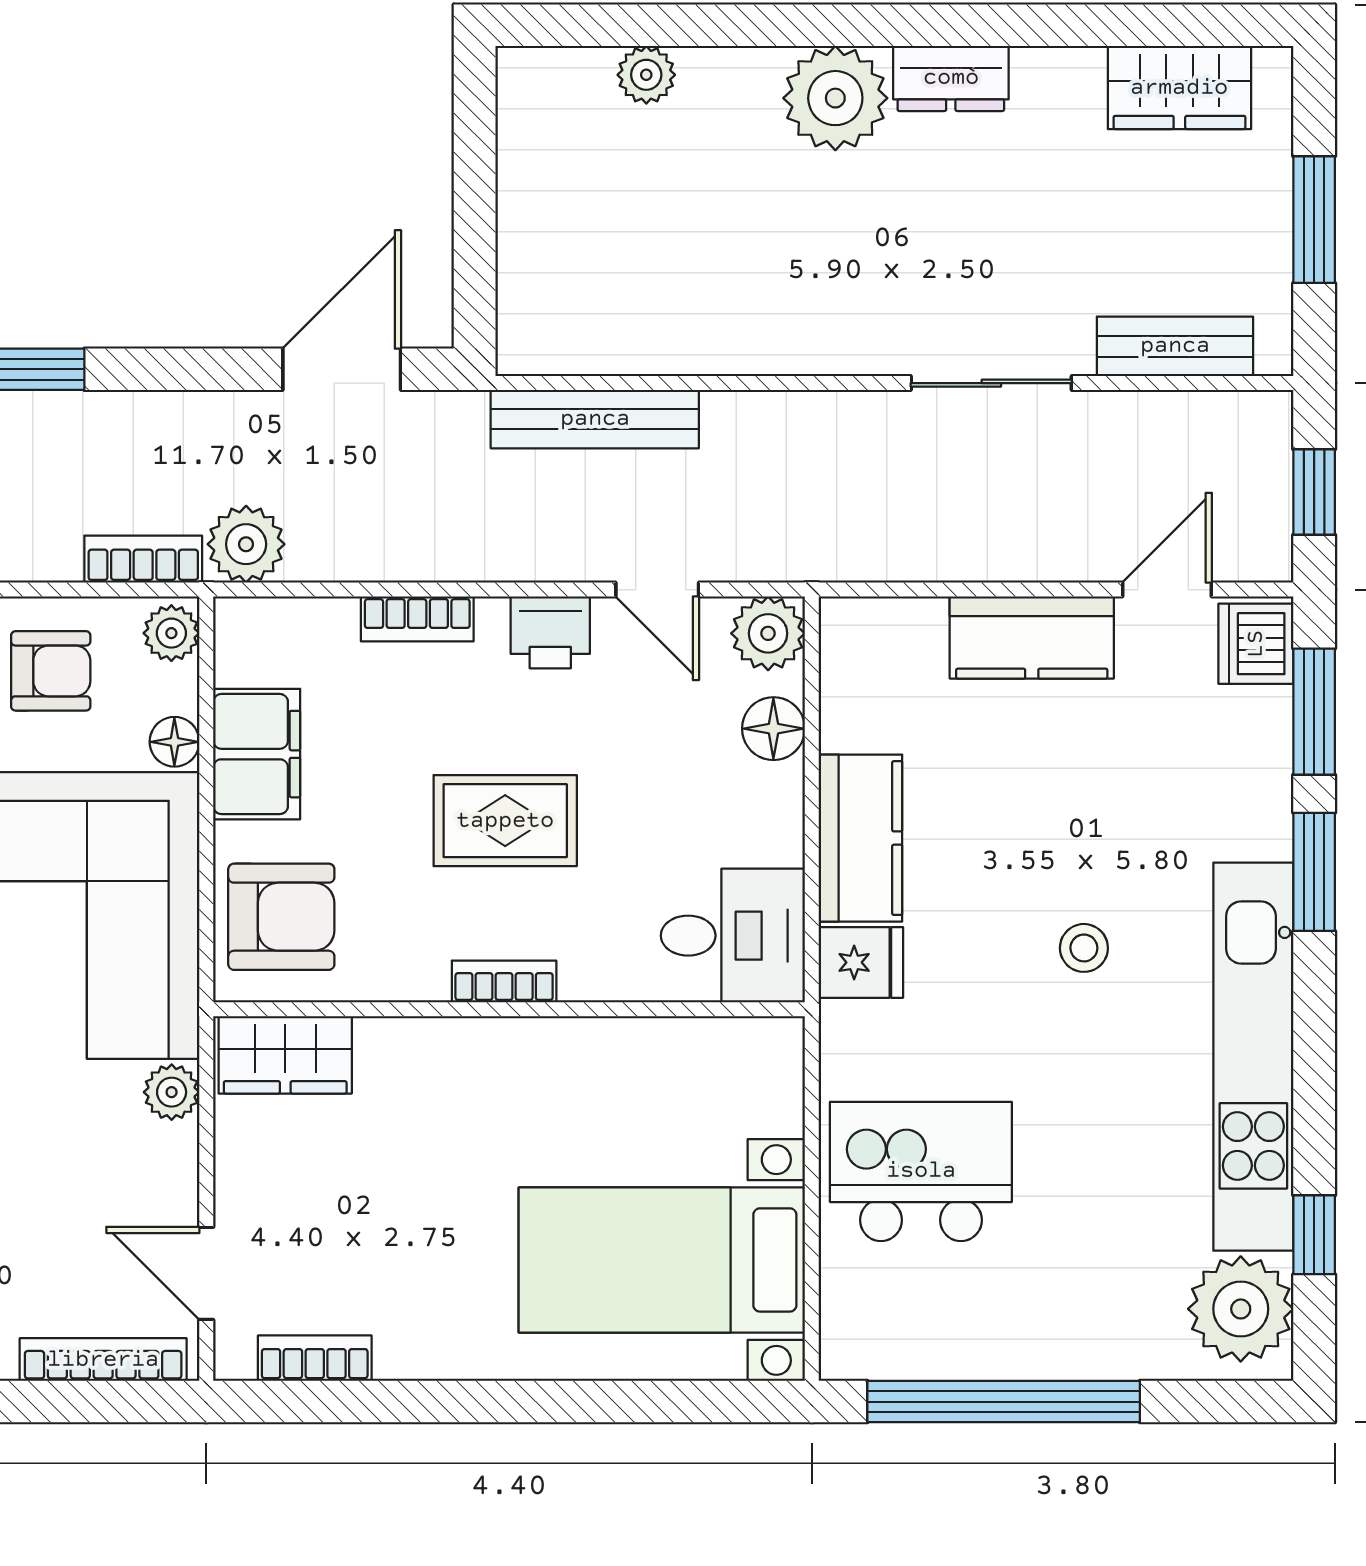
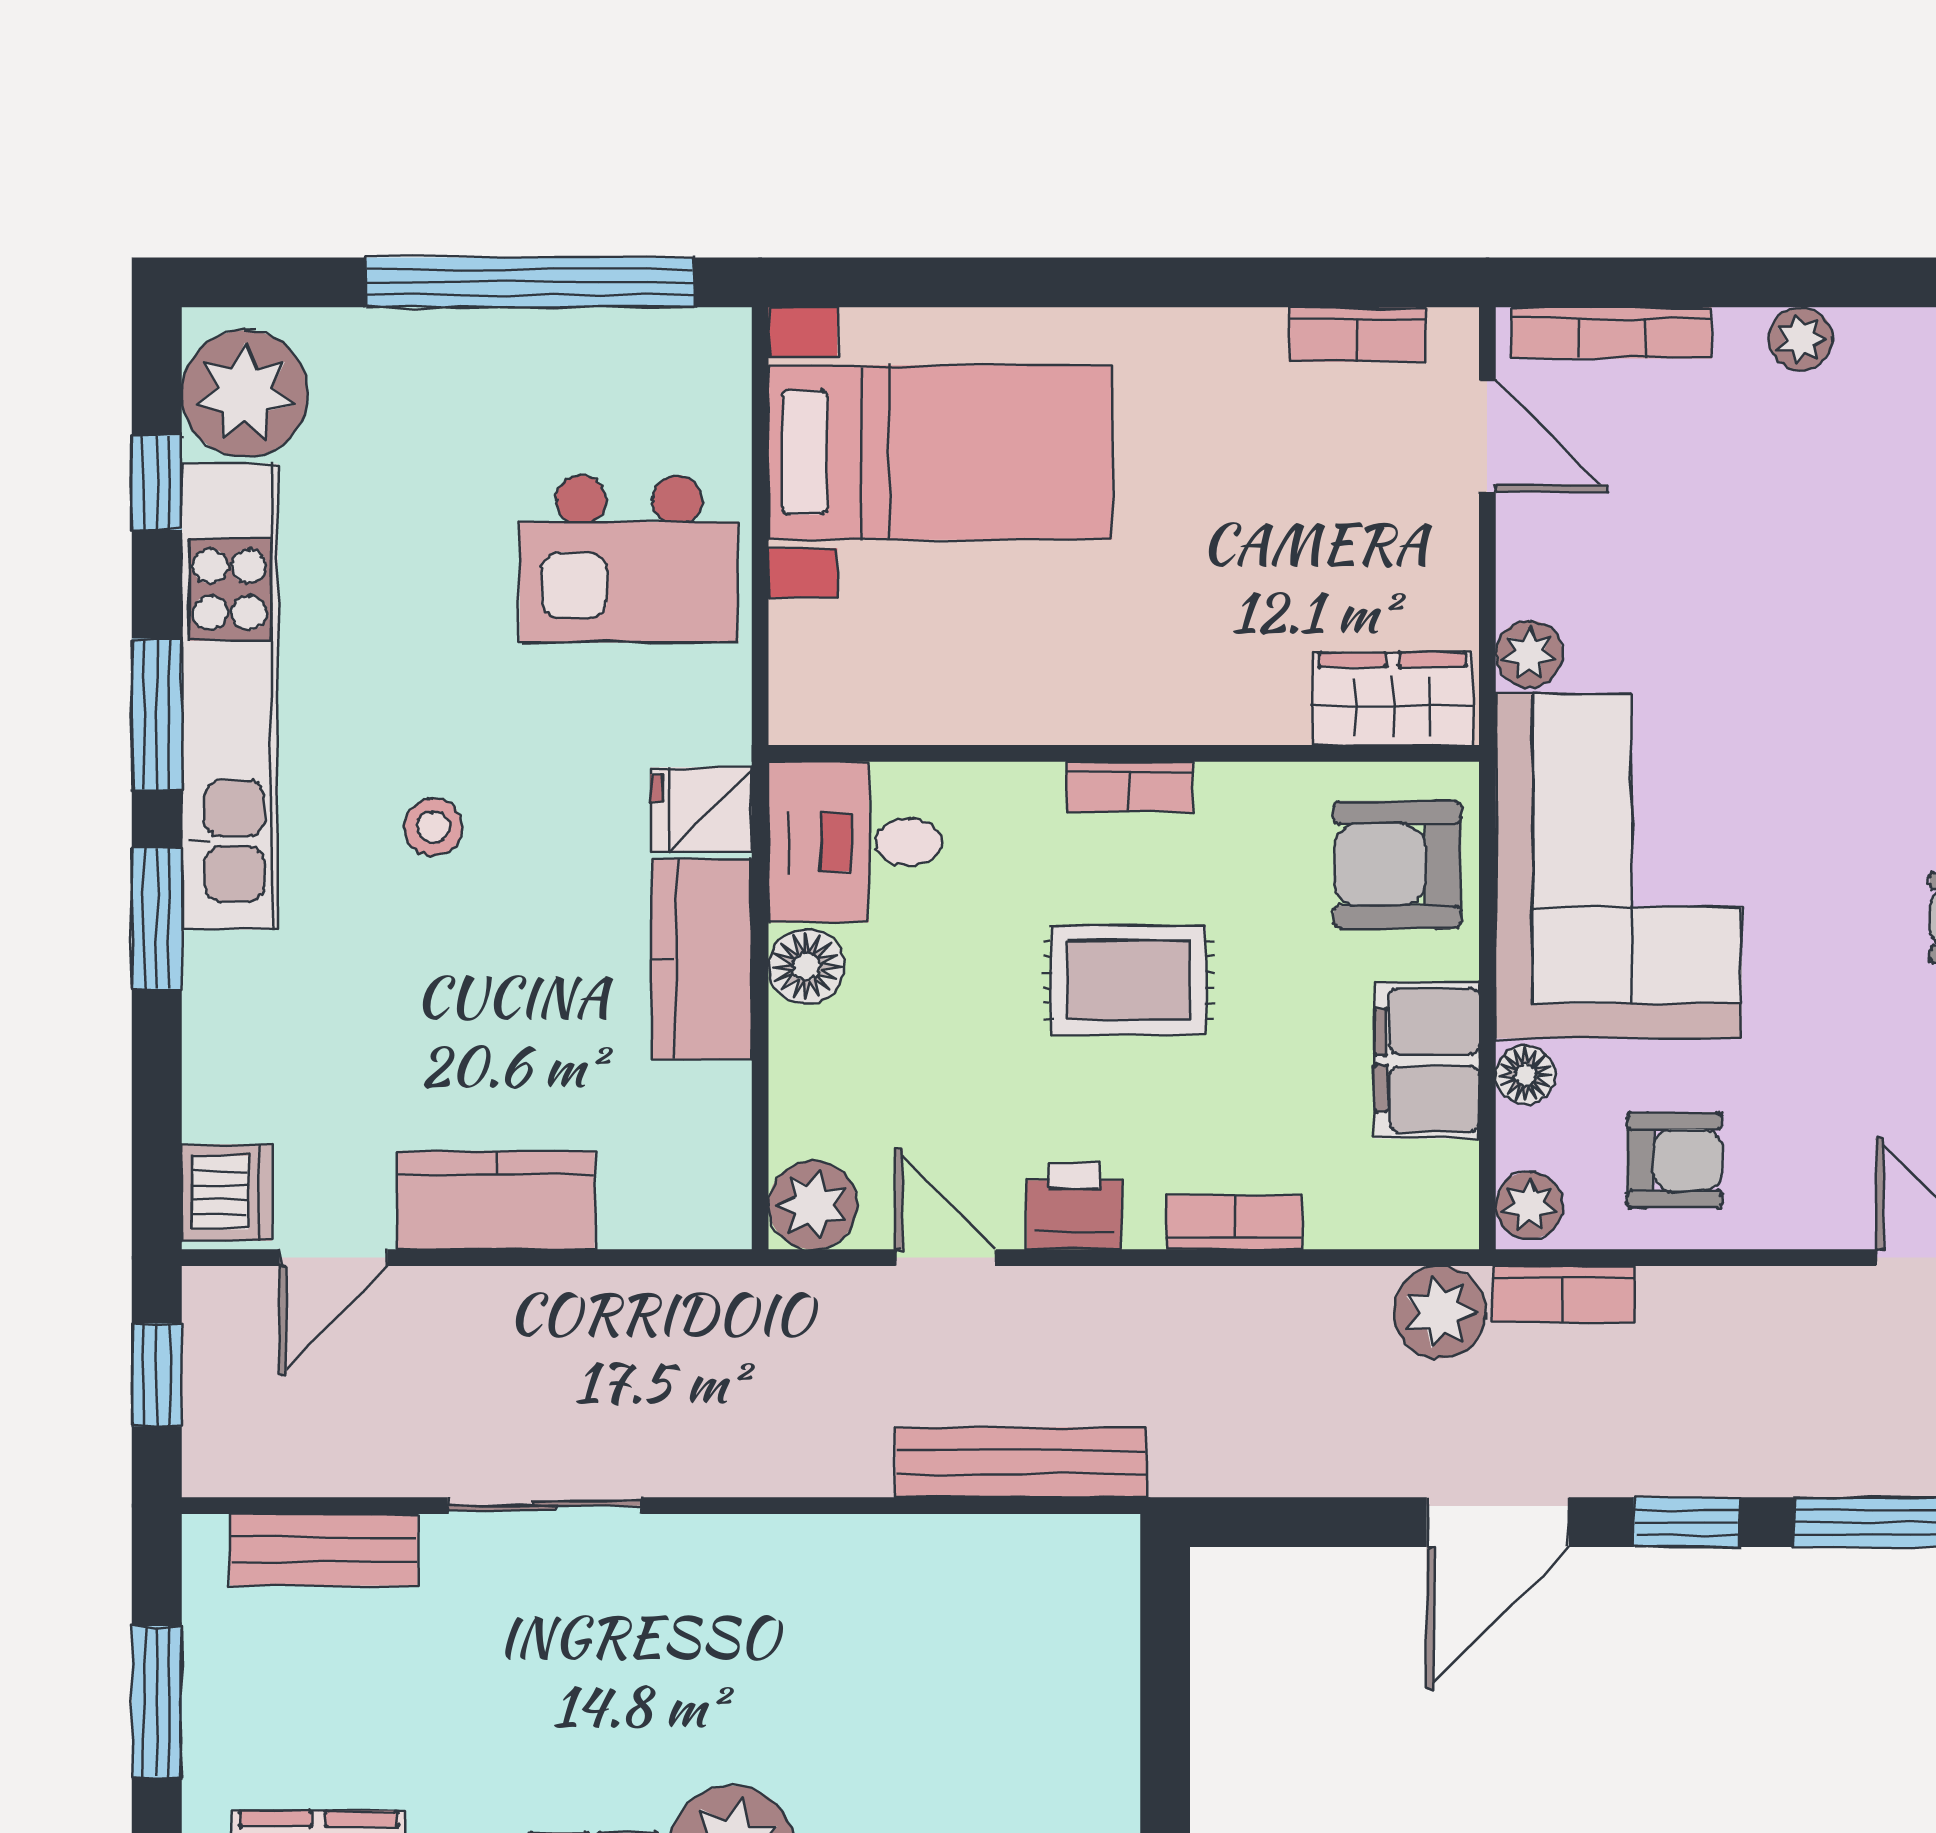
door: (342, 369) -> (1498, 1522), moved
armchair: (51, 671) -> (1674, 1160), turned 180
window: (1314, 712) -> (157, 714), moved
floor lamp: (773, 729) -> (806, 967), moved

